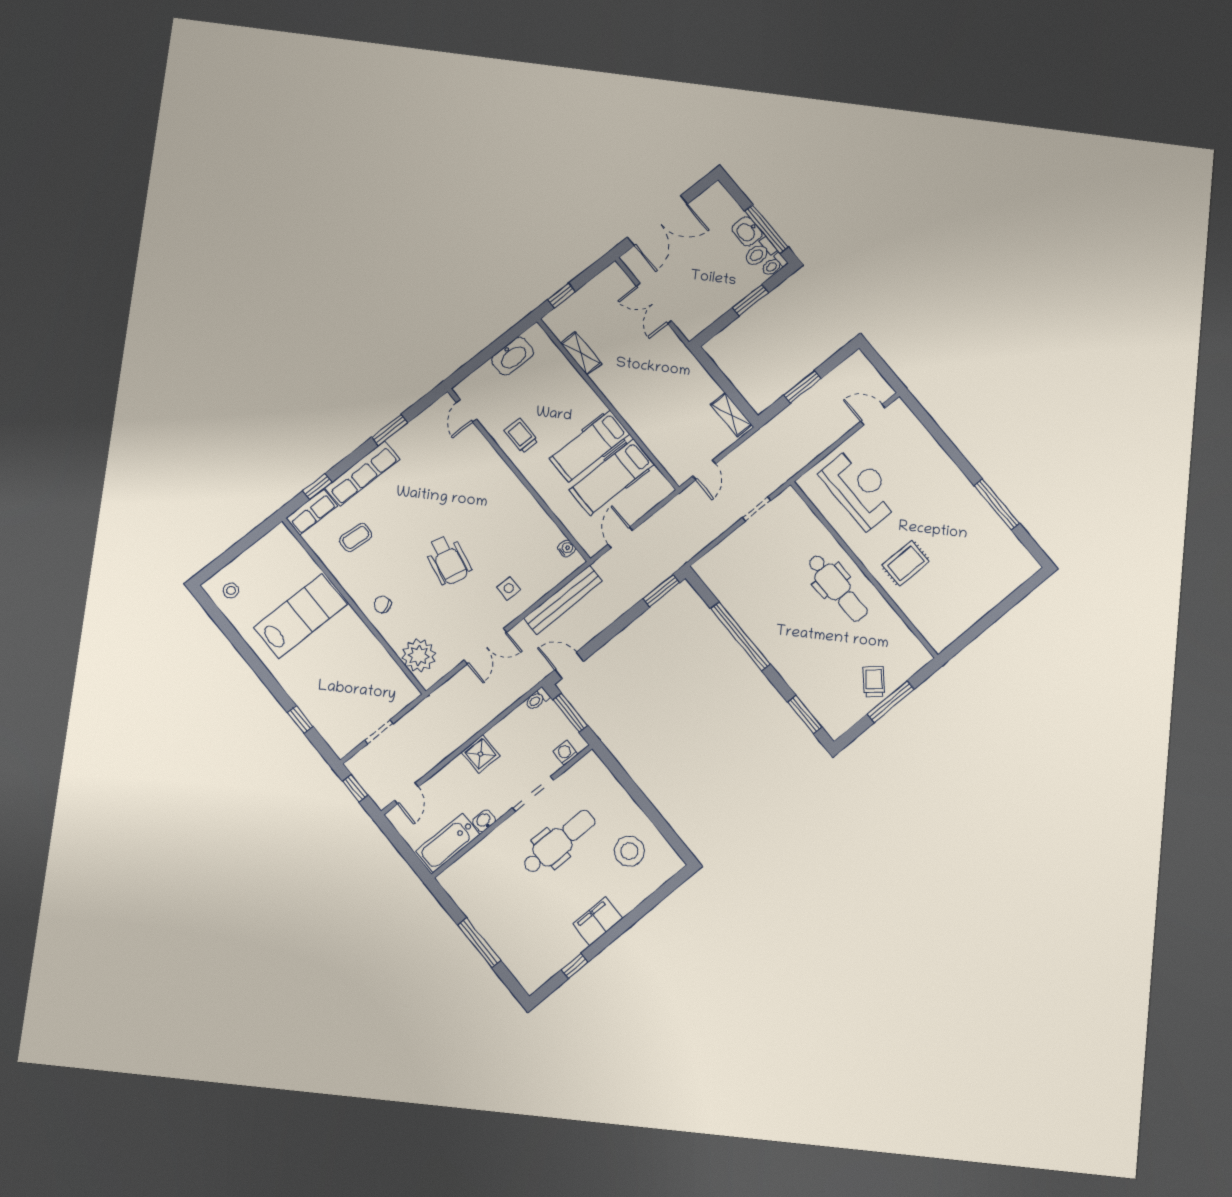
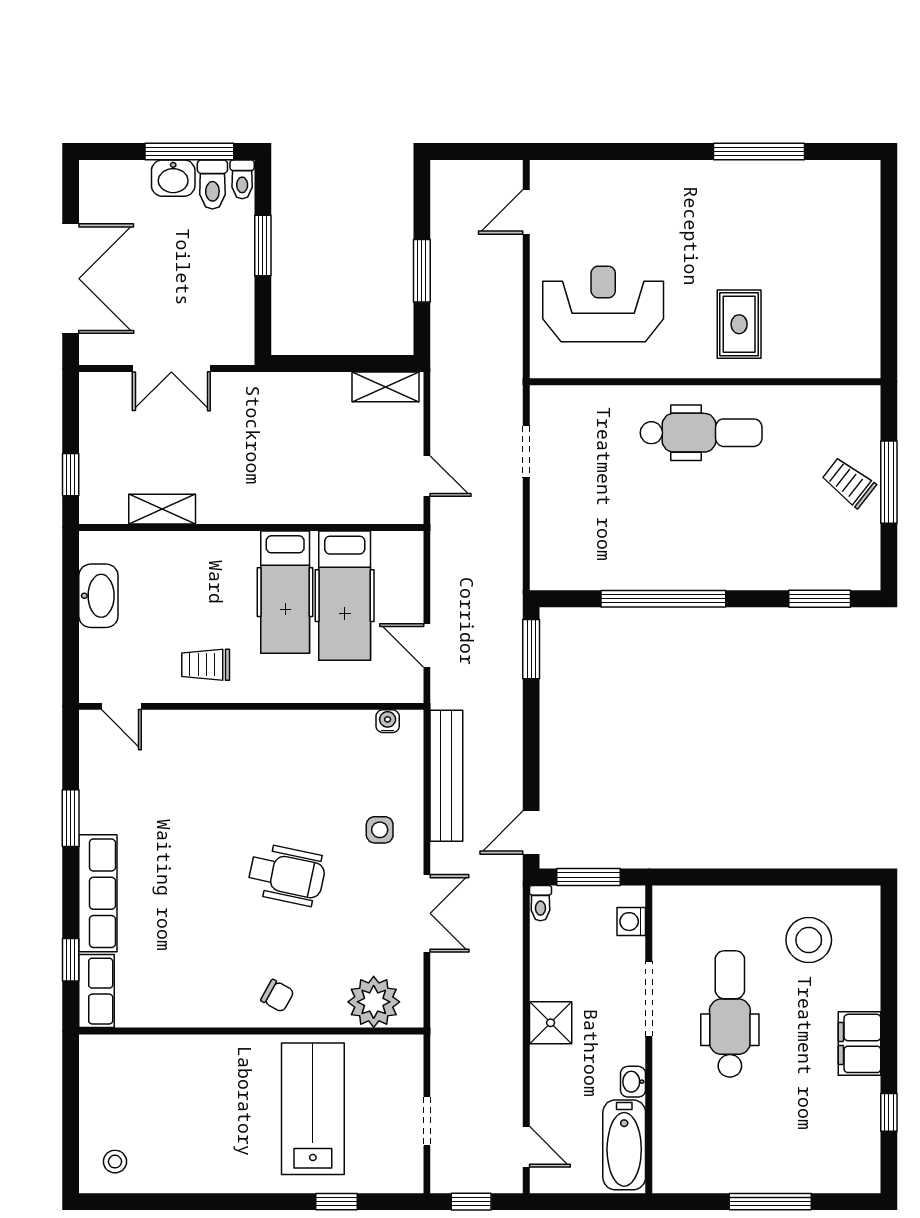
coffee table: (356, 537) -> (170, 963), removed
chair: (383, 605) -> (277, 996), turned -129
lab bench: (300, 616) -> (313, 1109), moved

